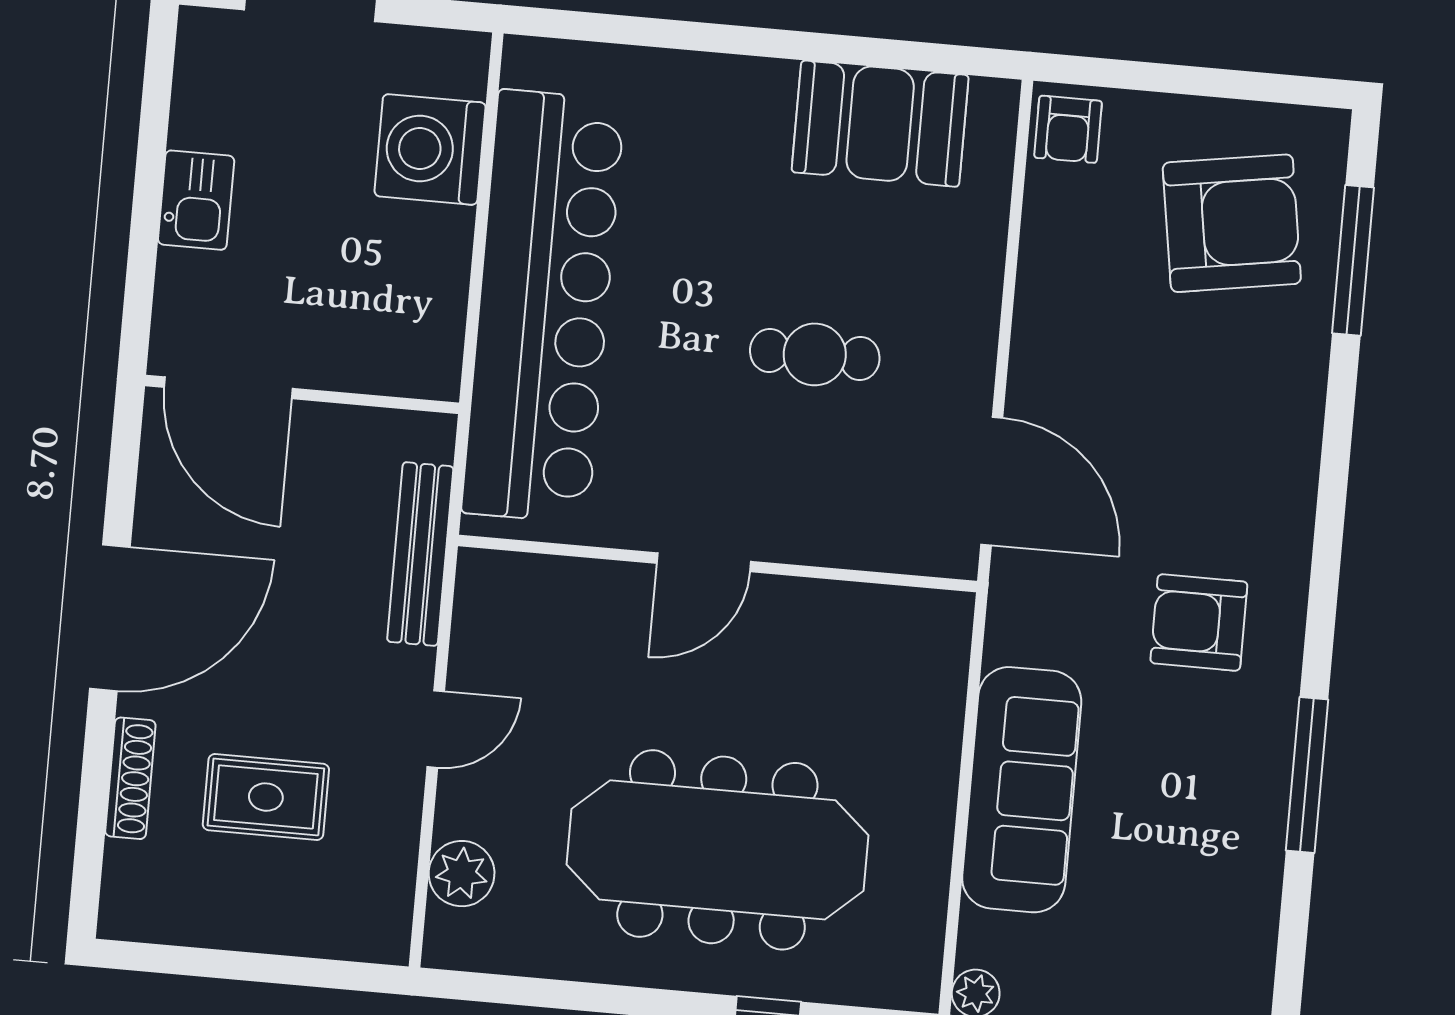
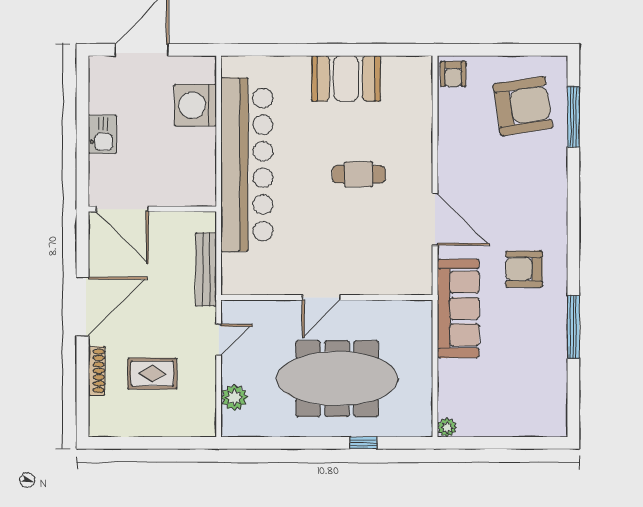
booth: (880, 124) -> (346, 78), moved
door: (704, 562) -> (321, 297), moved
wall: (717, 564) -> (327, 297), moved
sofa: (1022, 790) -> (458, 308), moved

